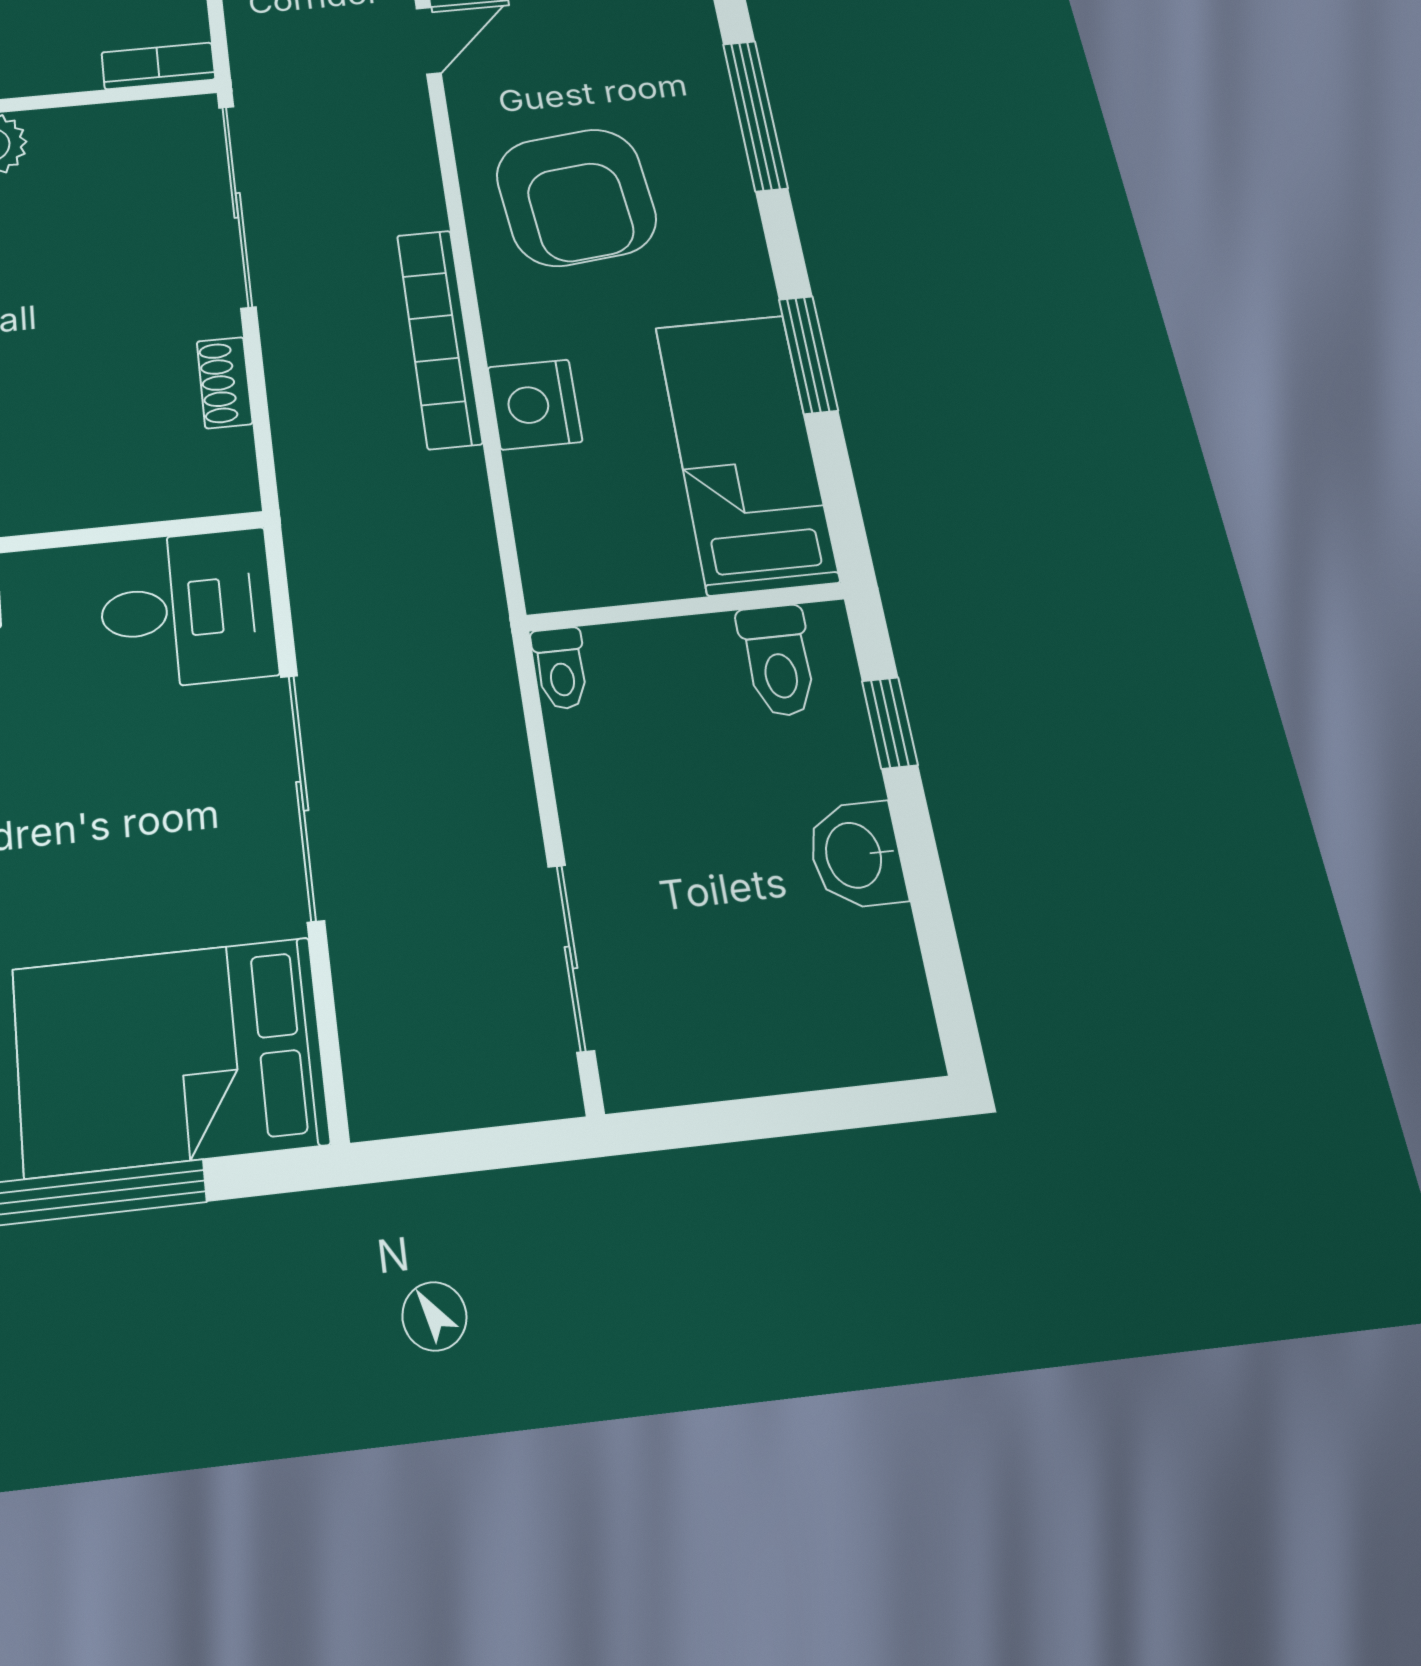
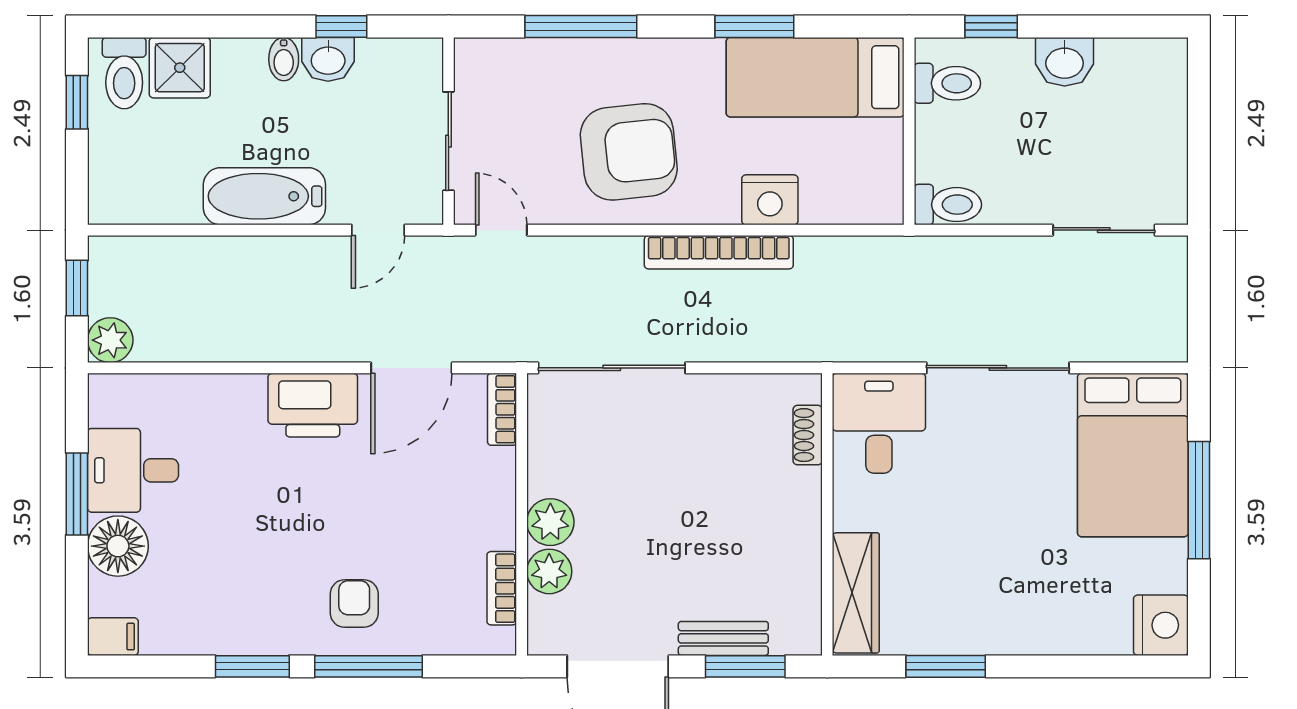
shoe rack: (224, 383) -> (808, 435), moved, turned 90
toilet: (561, 668) -> (948, 205), width x1.37, depth x1.39

